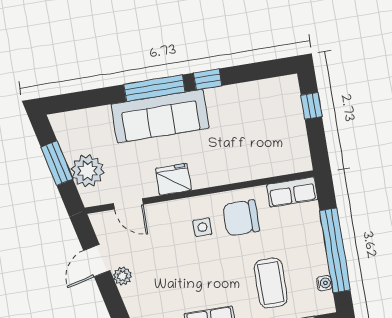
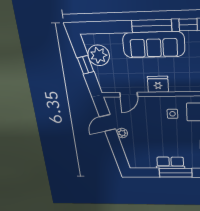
window: (57, 163) -> (86, 65), width x0.67
plant: (88, 171) -> (99, 55), moved
door: (128, 204) -> (129, 95), hinge flipped

